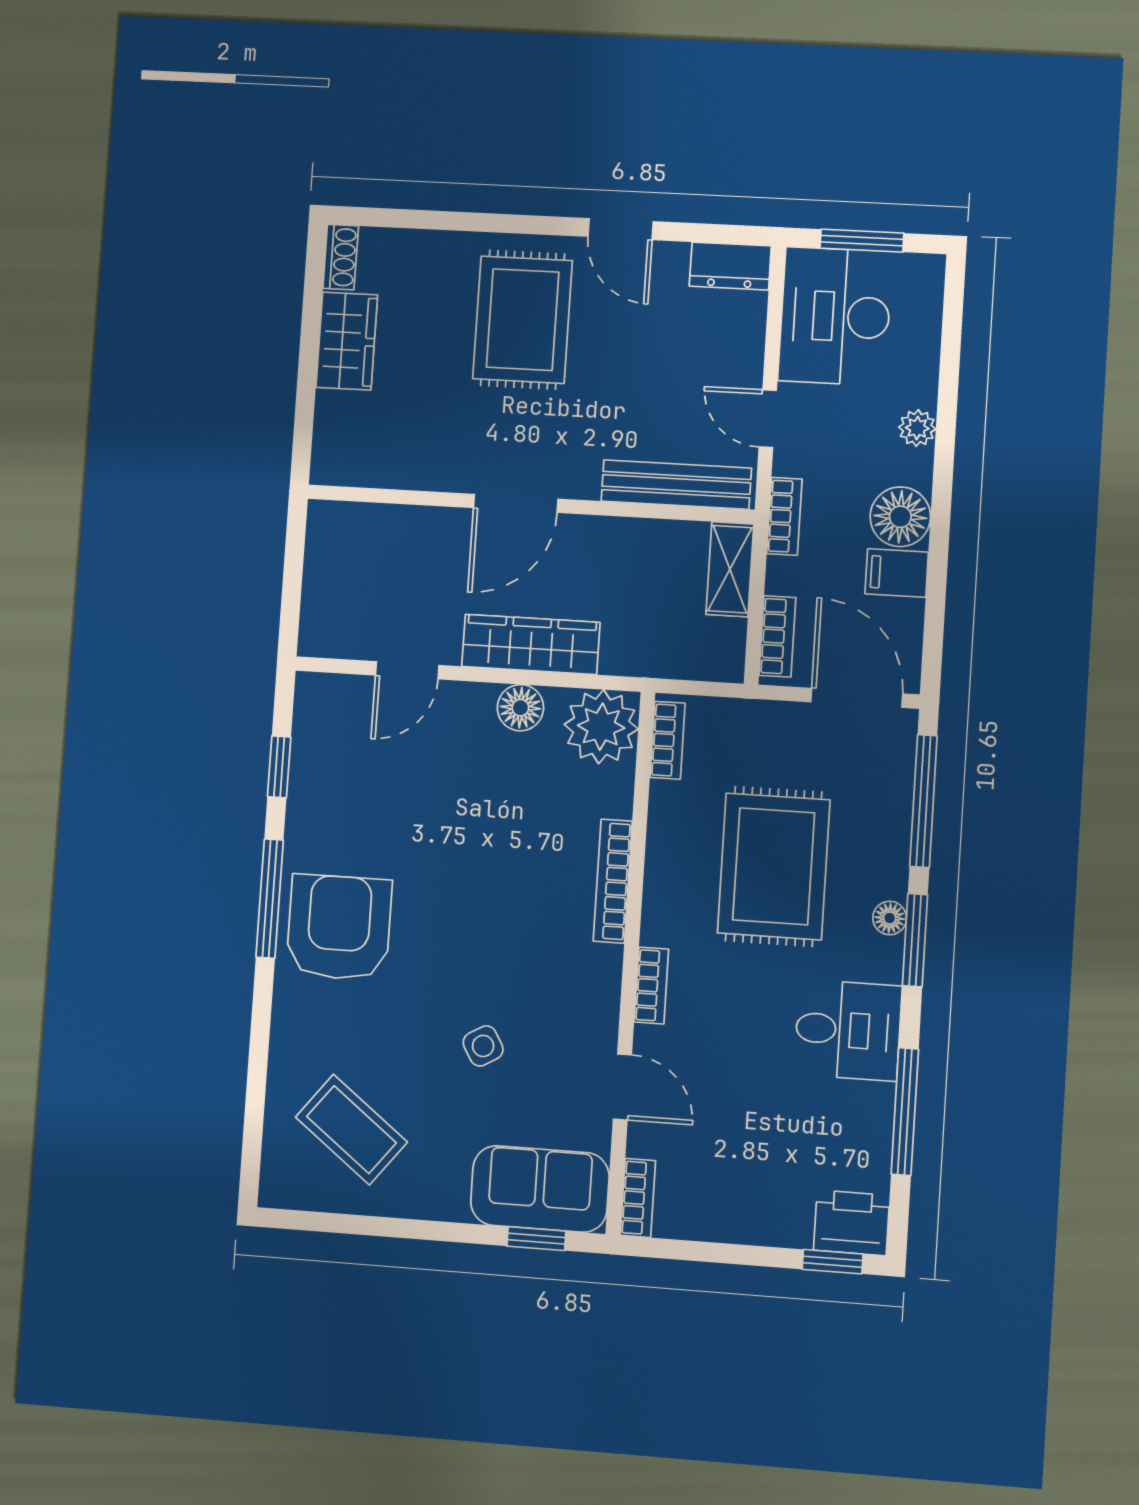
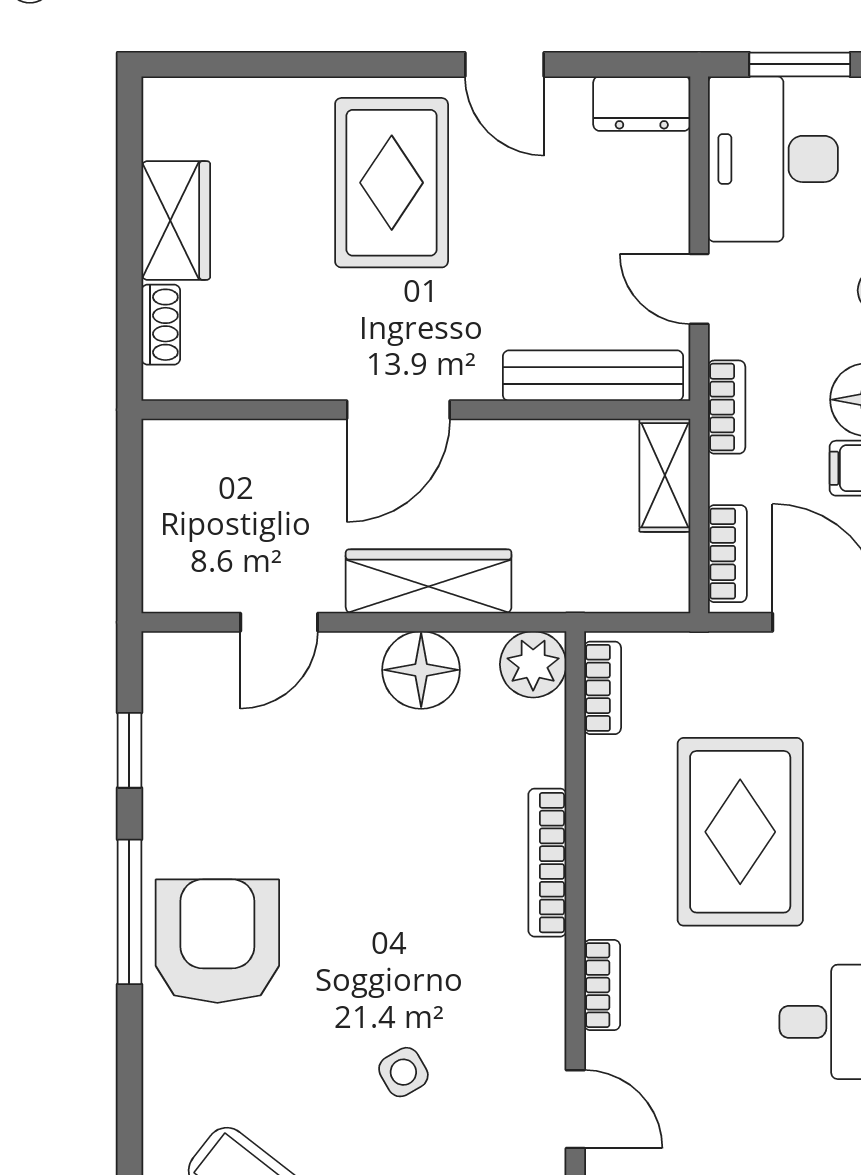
shoe rack: (341, 257) -> (161, 325), moved
floor lamp: (520, 708) -> (421, 670), width x1.38, depth x1.38
plant: (601, 727) -> (533, 664), width x0.73, depth x0.73

